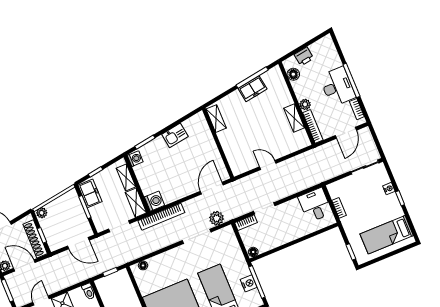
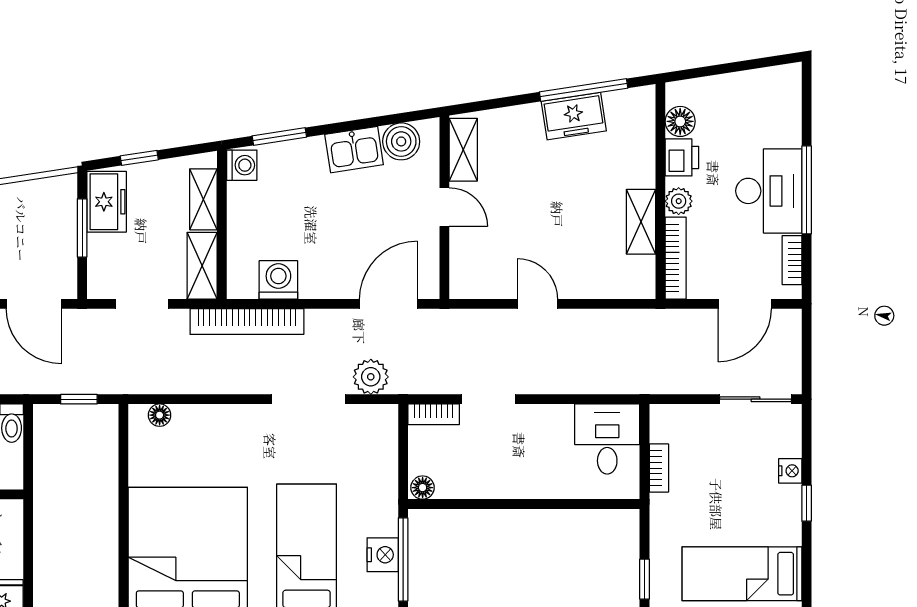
printer: (304, 56) -> (682, 157), moved, turned -81
boiler: (191, 125) -> (401, 141), added
door: (218, 143) -> (444, 207), added
washing machine: (155, 201) -> (278, 280), moved, turned -90

